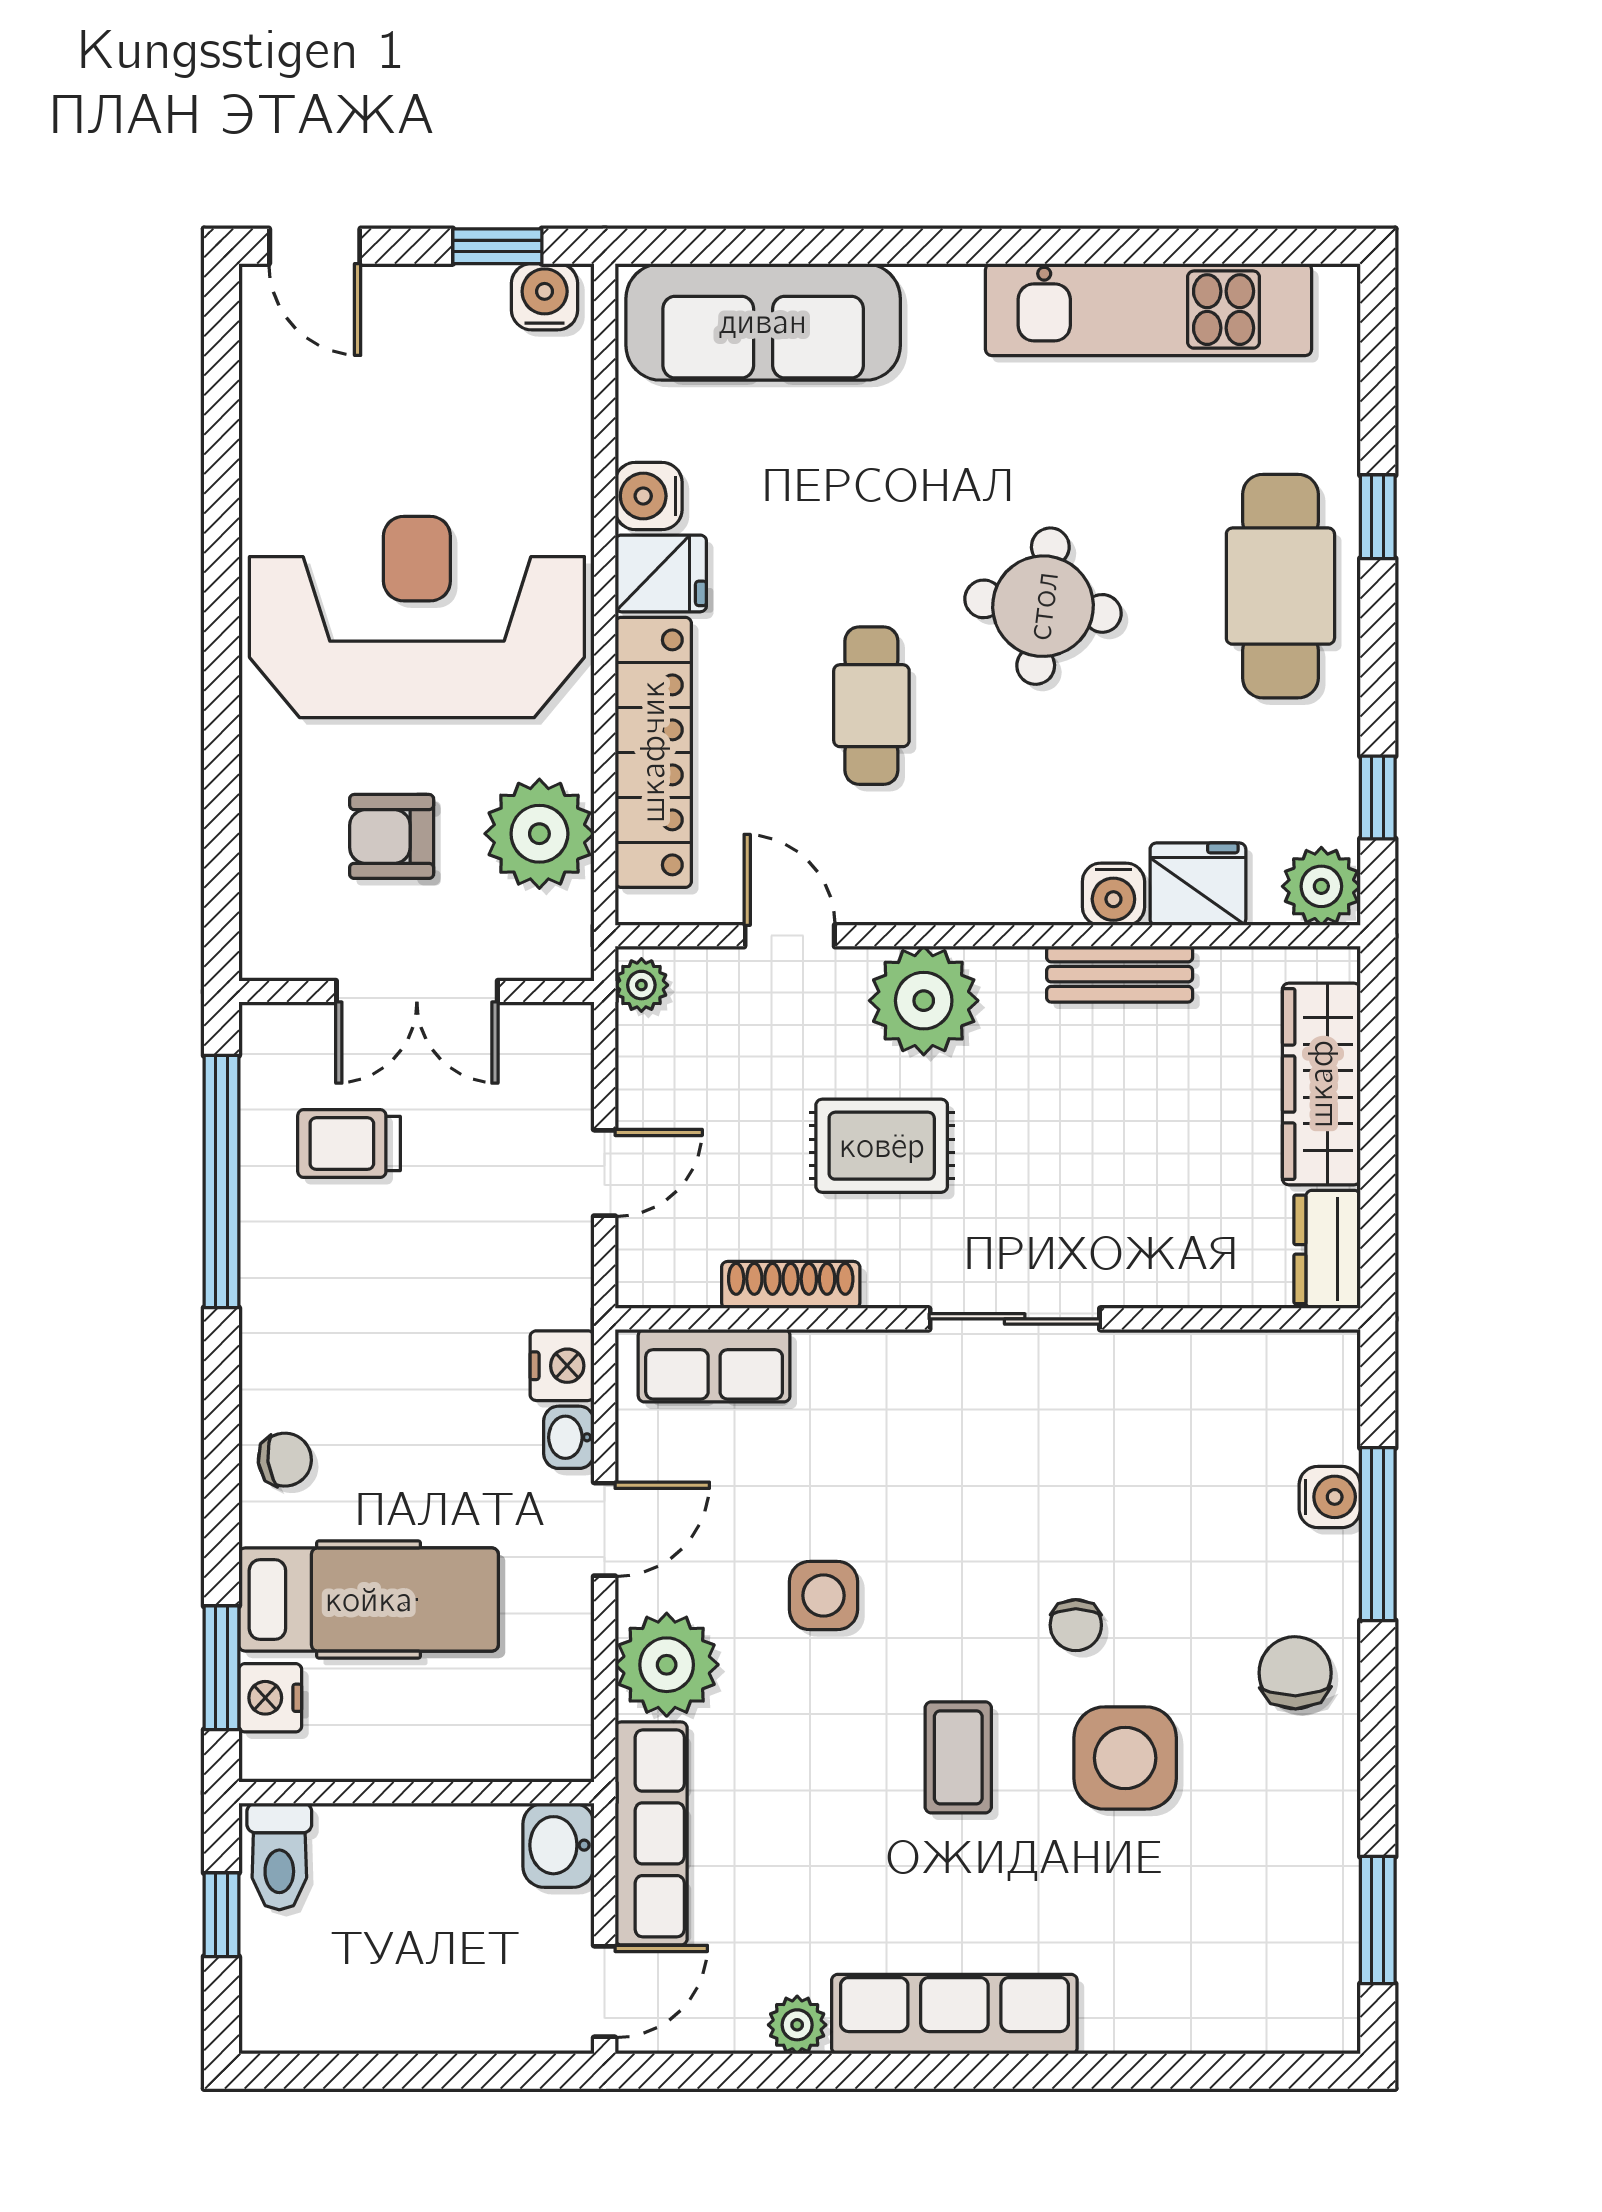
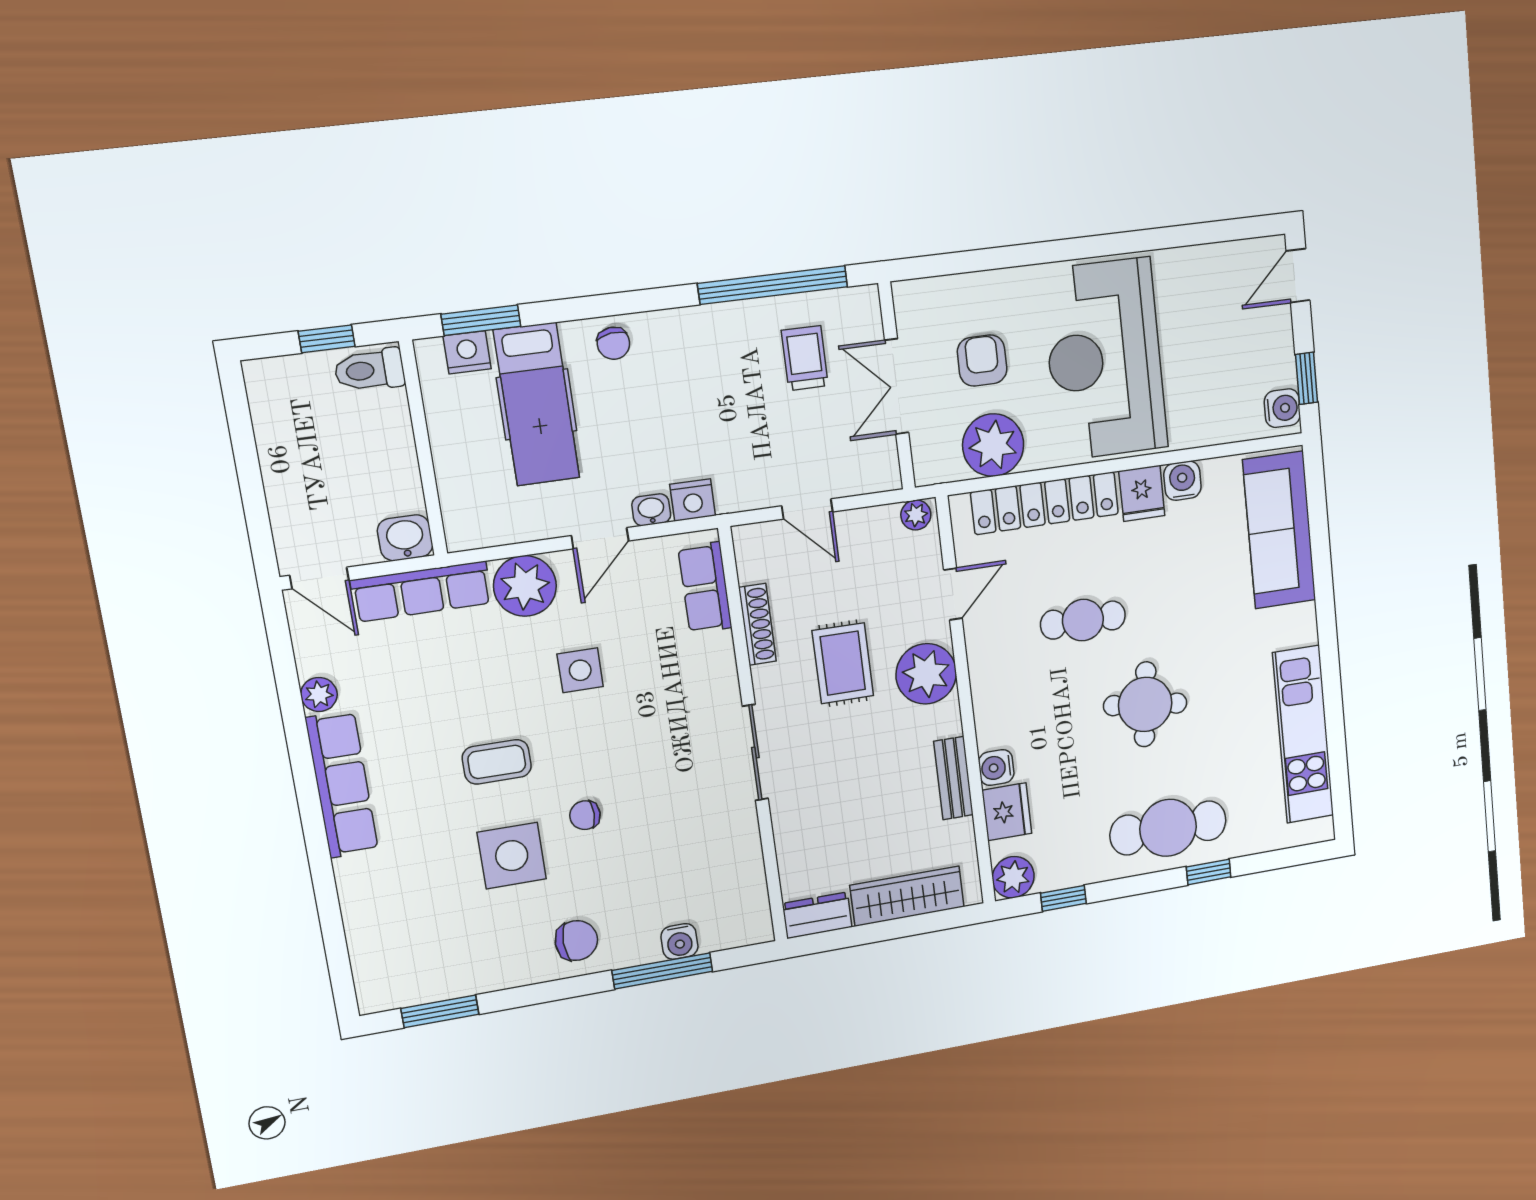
reception desk: (417, 617) -> (1105, 359), turned 180
door: (605, 1529) -> (600, 538), hinge flipped

